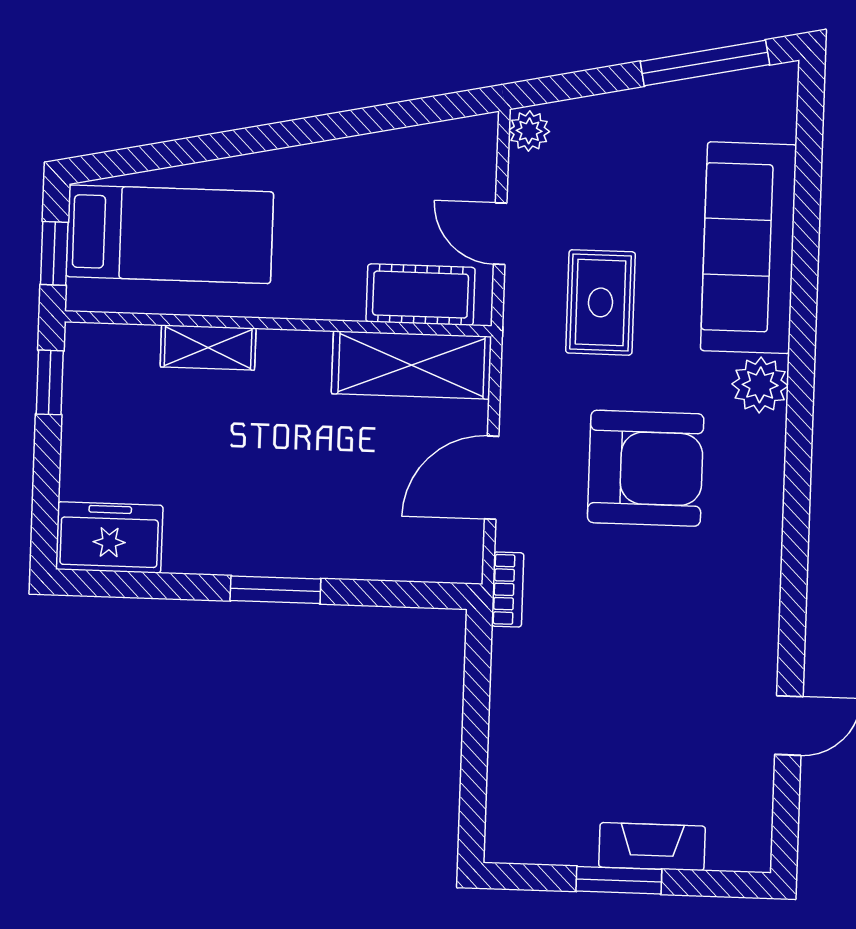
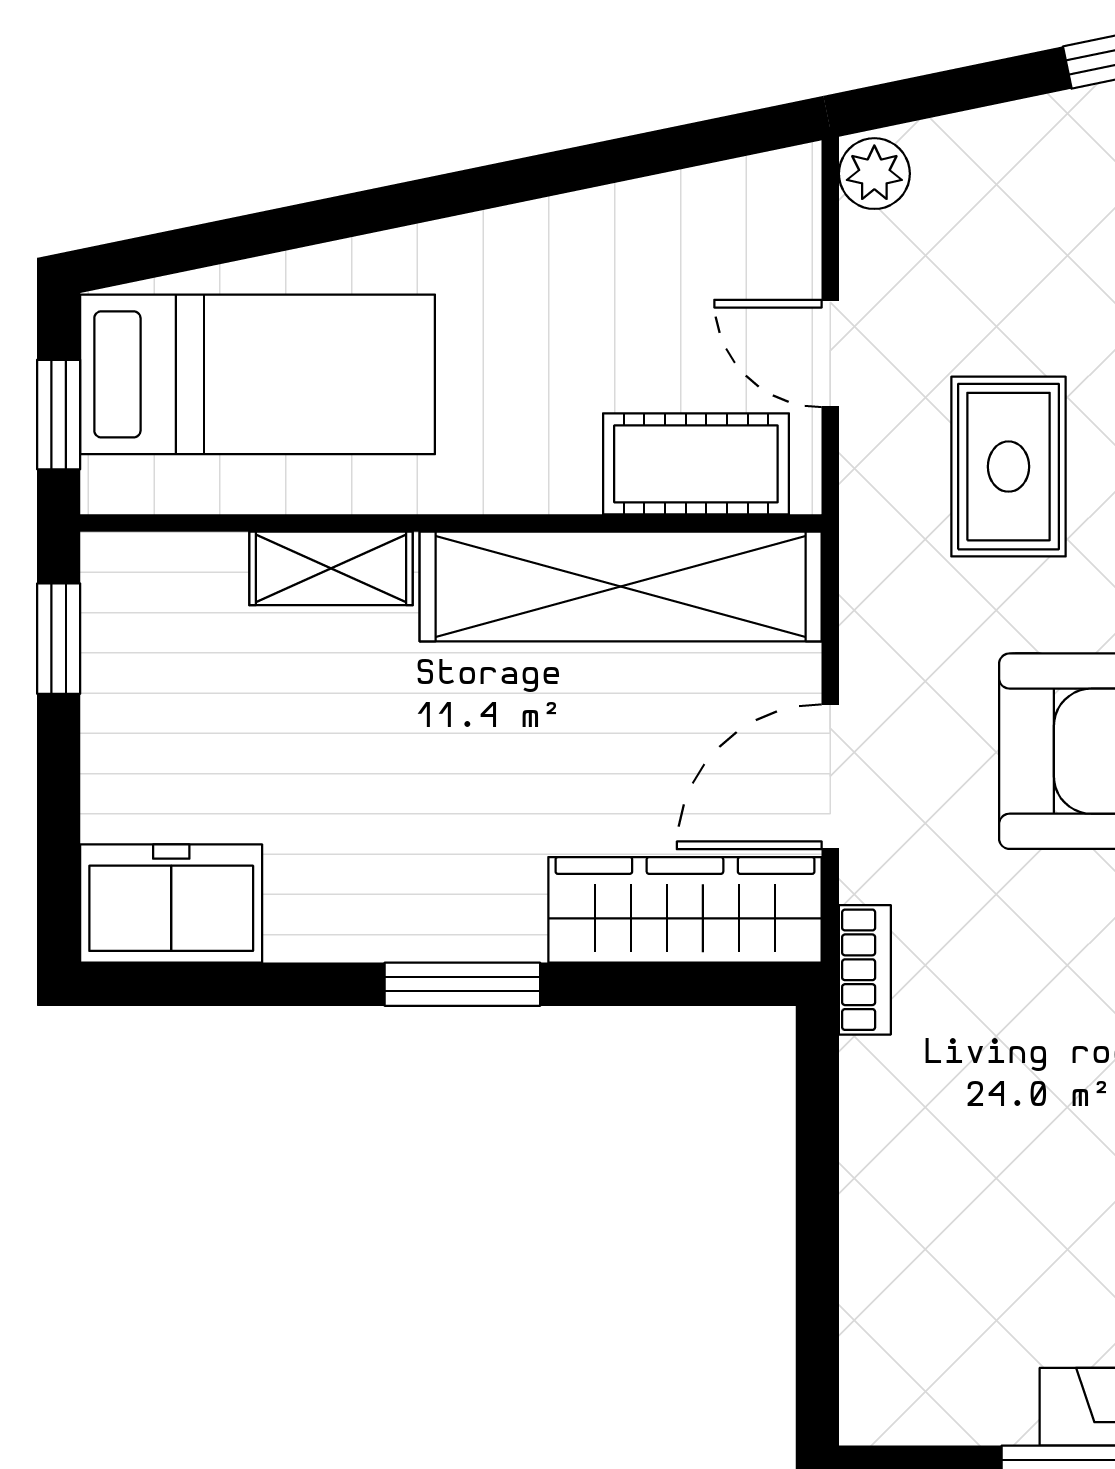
shelving: (411, 365) -> (621, 586), width x1.47
wardrobe: (405, 551) -> (685, 910), added

